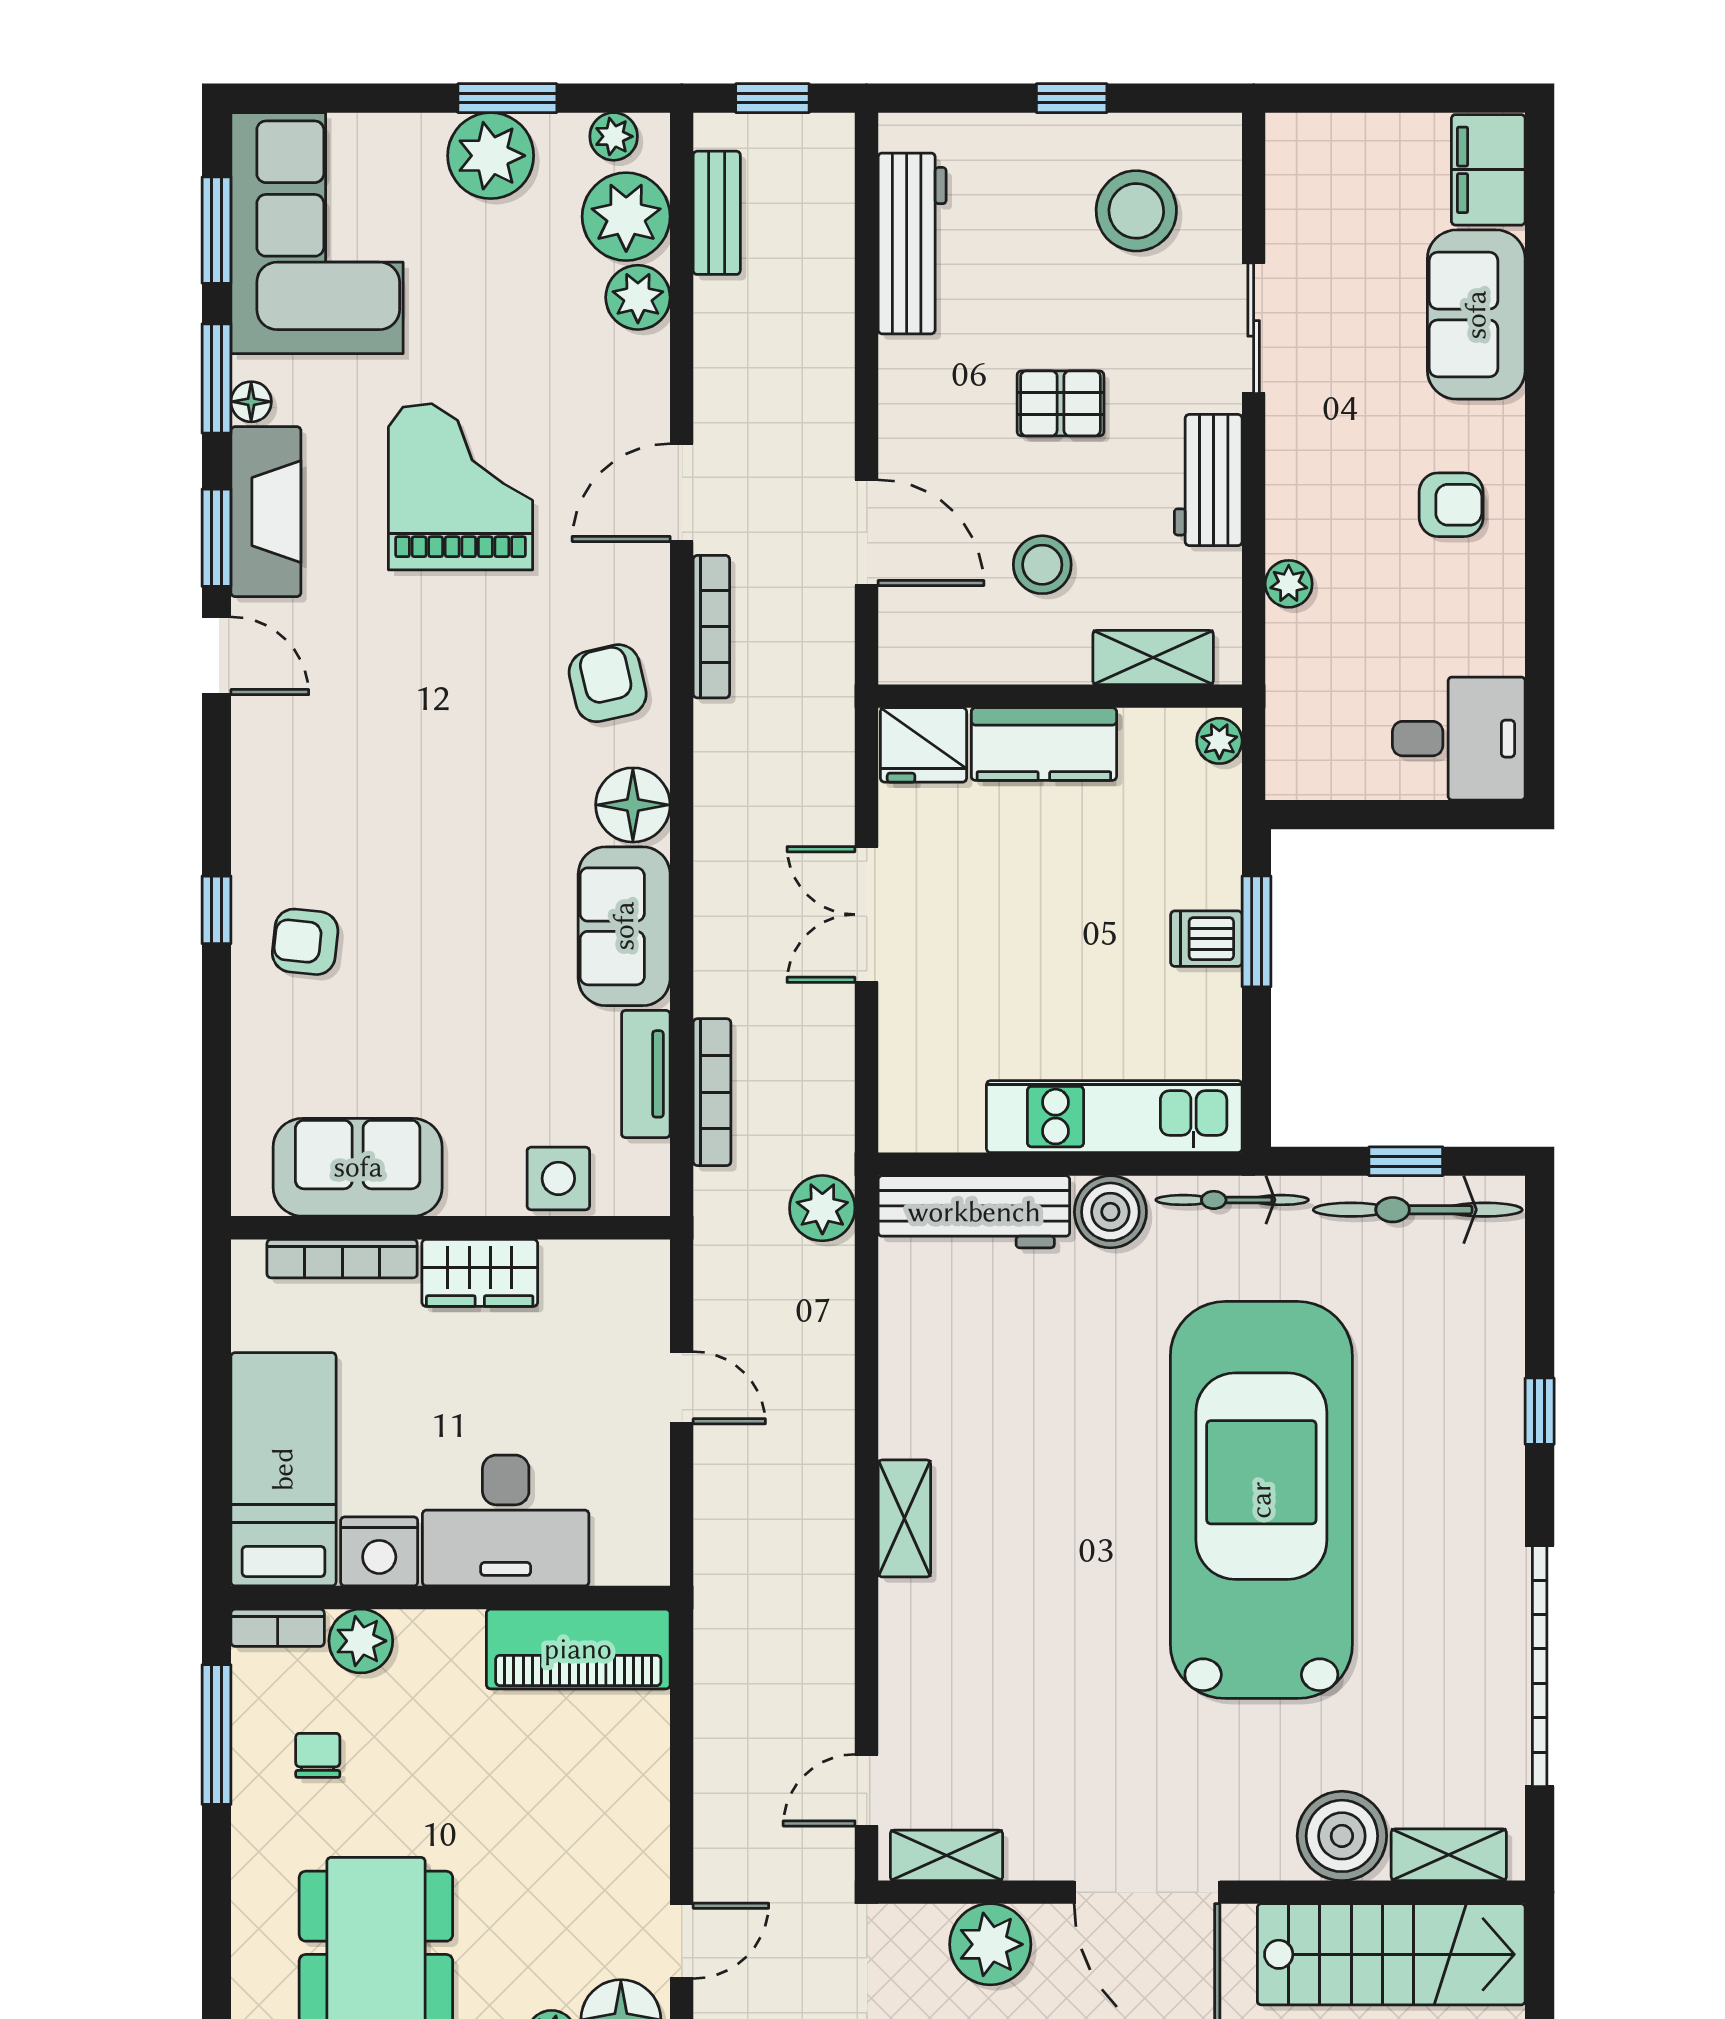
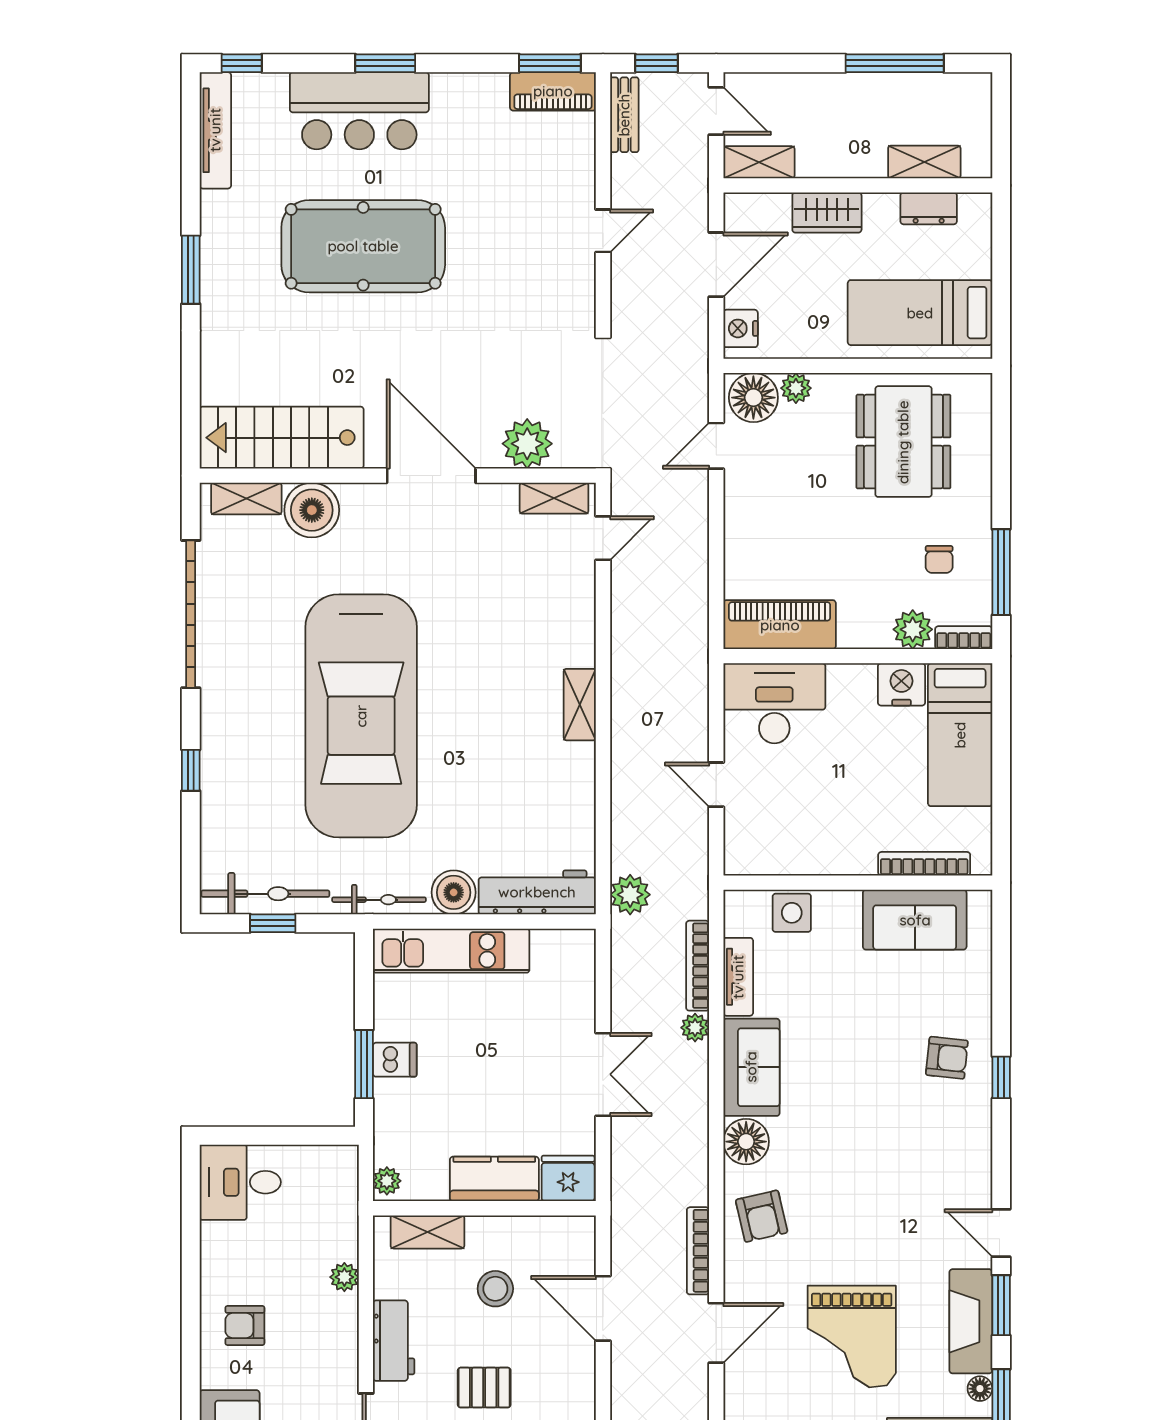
plant: (716, 991) -> (695, 1028), added
wardrobe: (480, 1273) -> (840, 855), removed
desk: (506, 1521) -> (774, 703), moved

